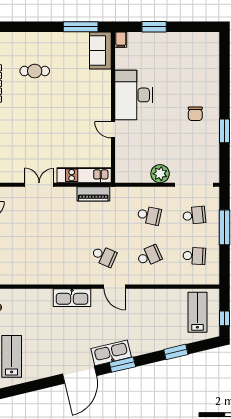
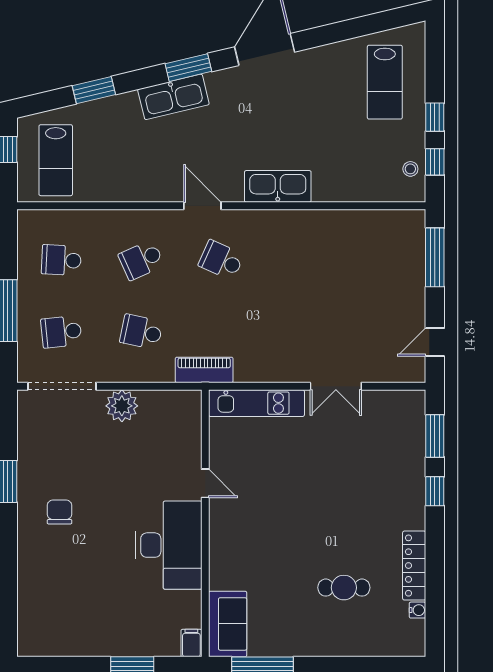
piano: (93, 194) -> (204, 370), moved
kitchen sink: (111, 353) -> (173, 97), moved

